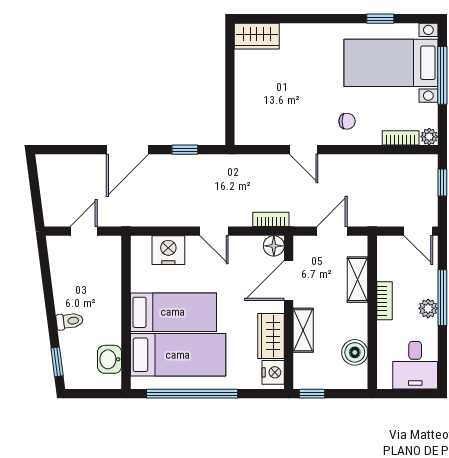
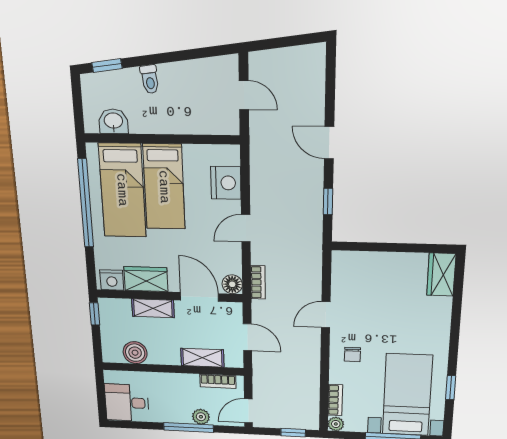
door: (128, 150) -> (329, 143), width x0.73
bookcase: (384, 301) -> (218, 381), moved
plant: (428, 308) -> (201, 417), moved

